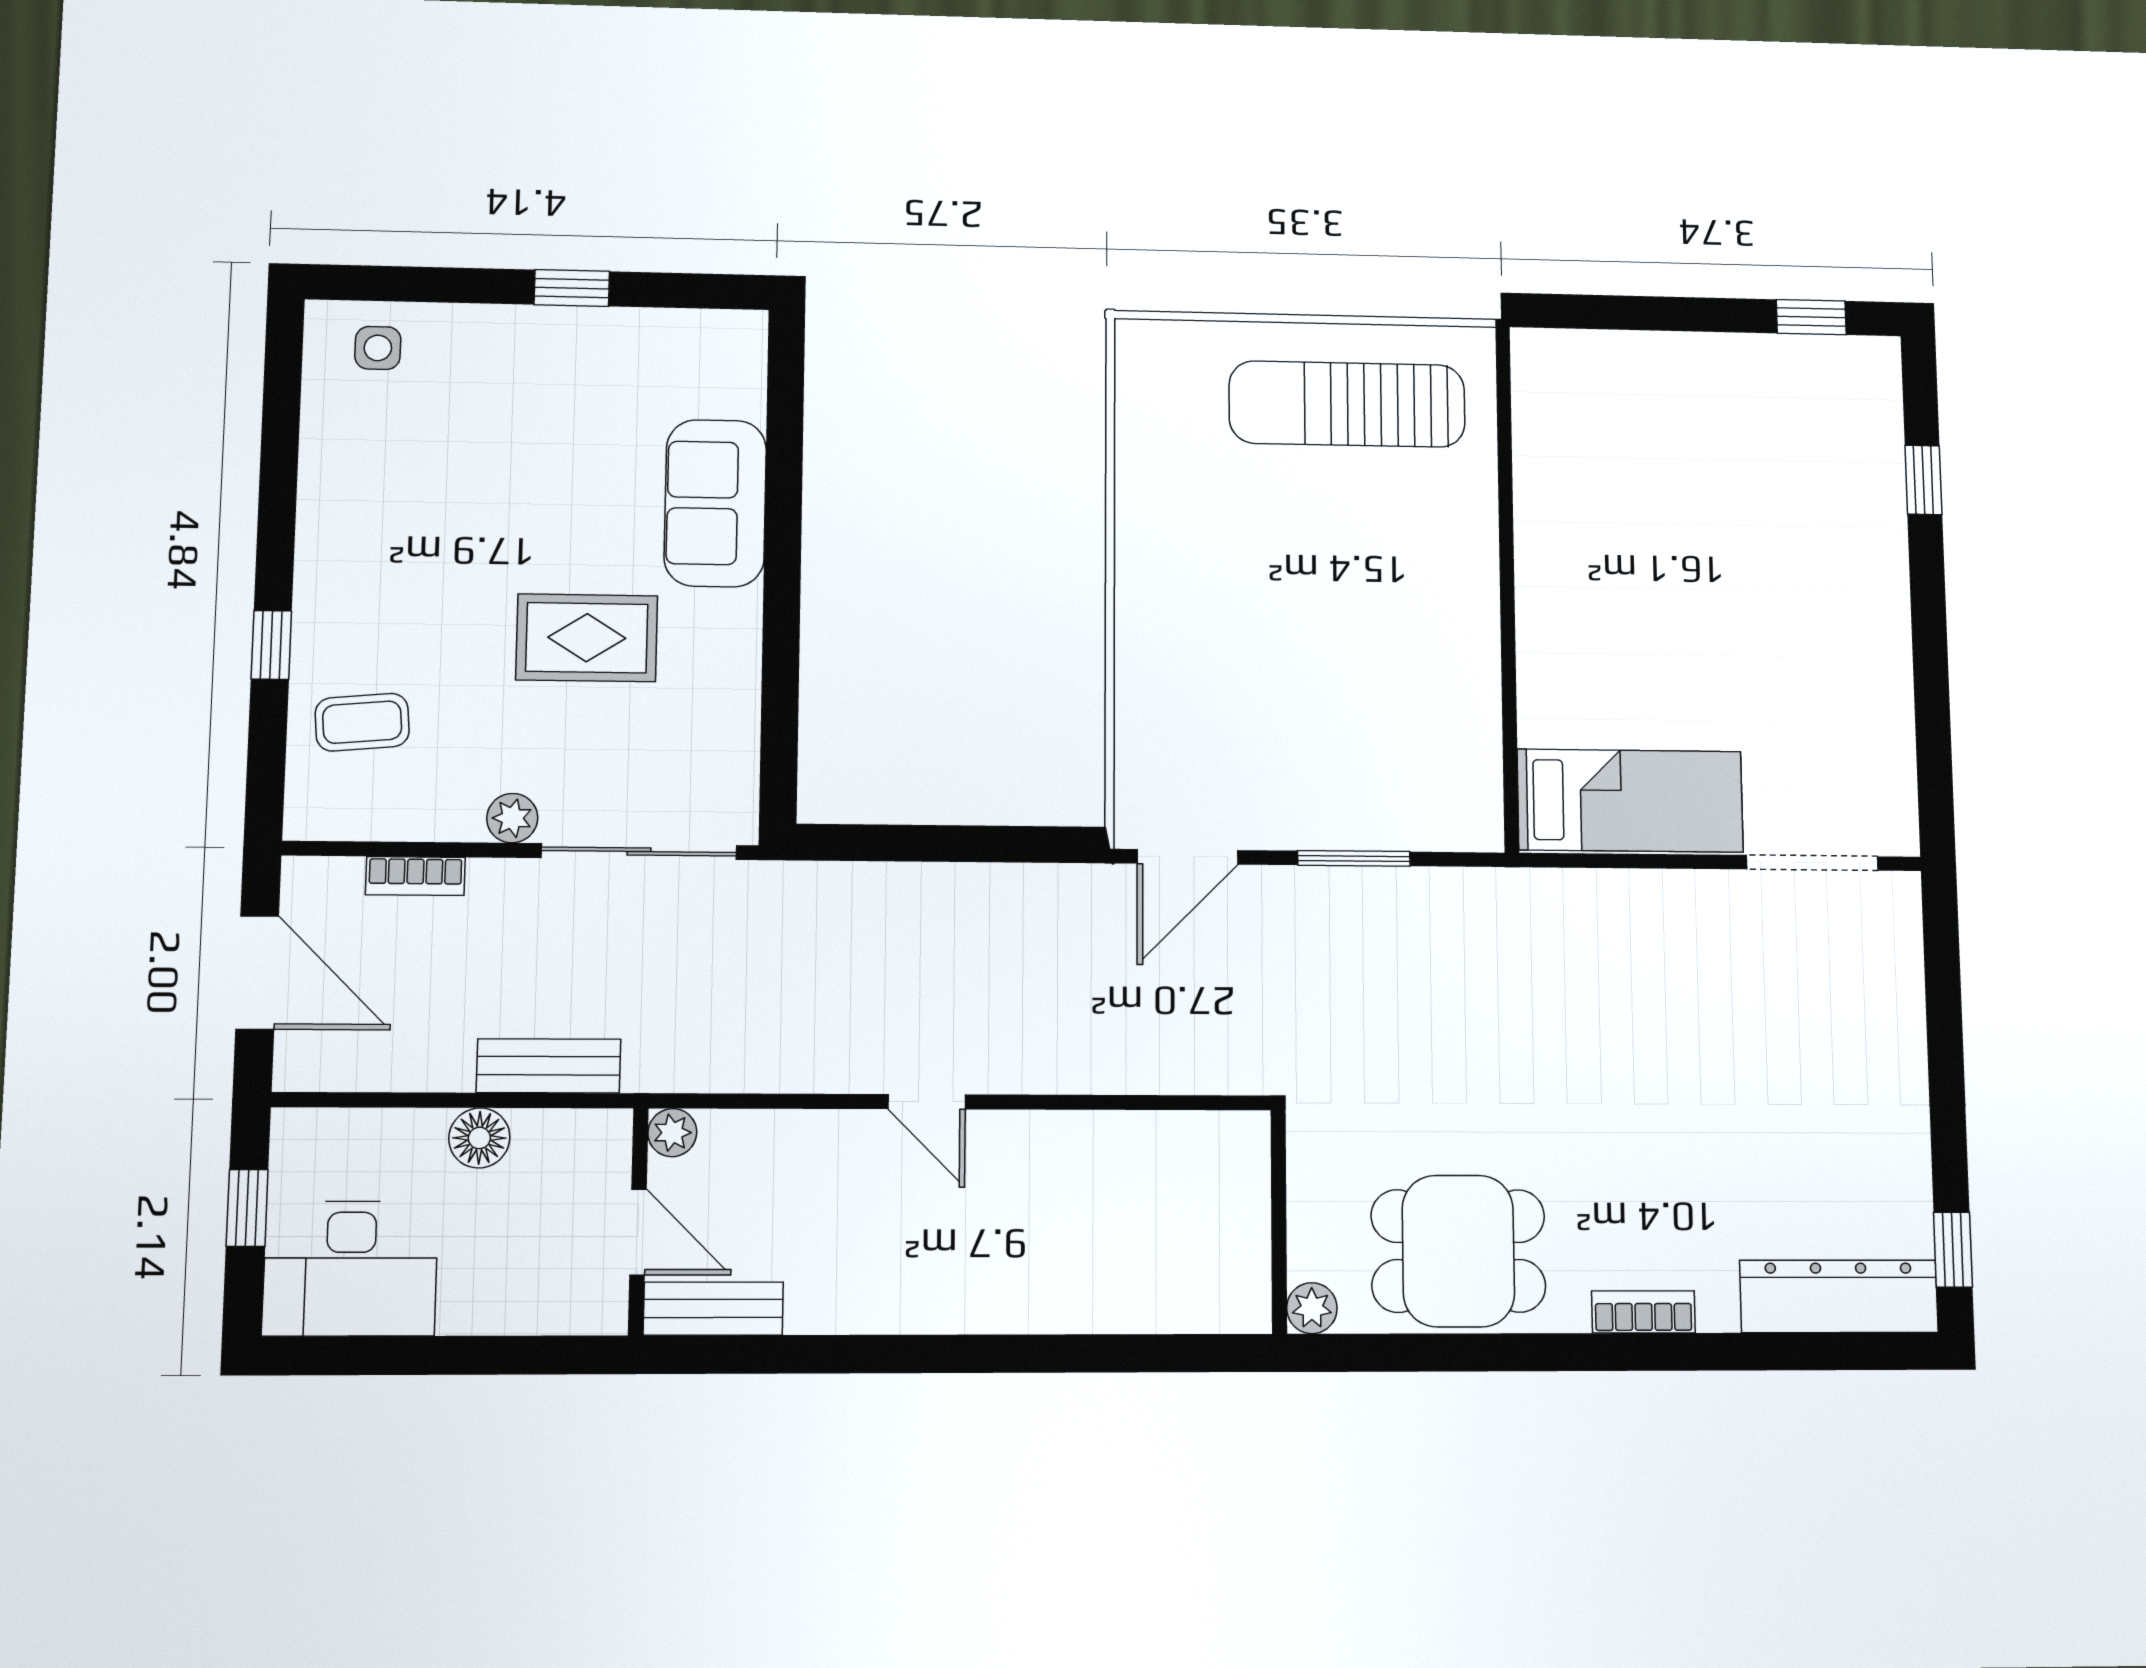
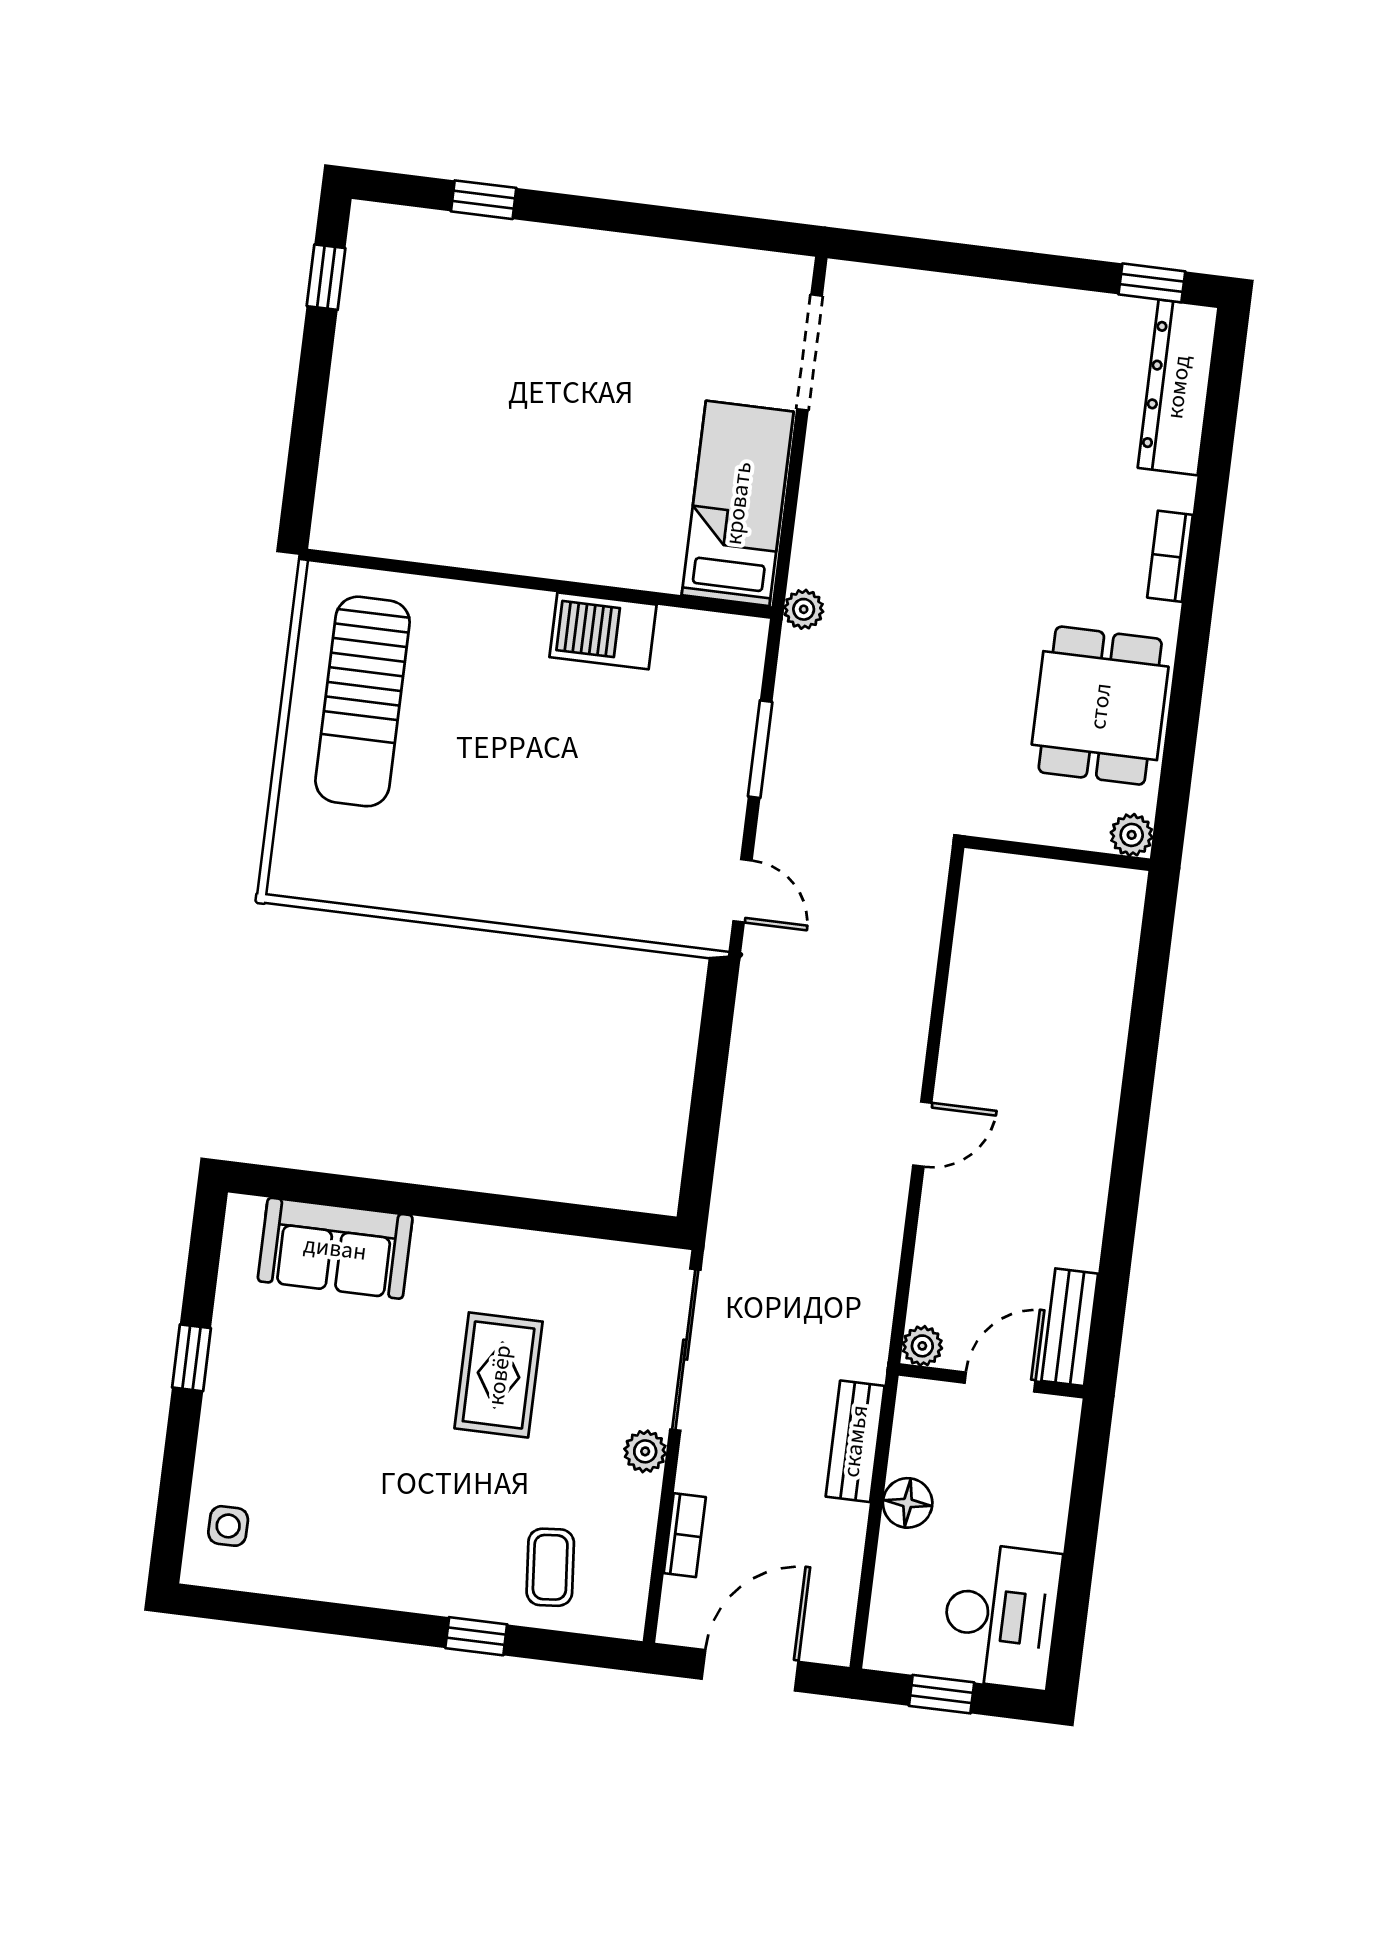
sofa: (715, 503) -> (335, 1248), moved
barbecue: (1464, 664) -> (603, 631), added
door: (1188, 857) -> (742, 891), width x0.73
plant: (1521, 890) -> (804, 609), added

